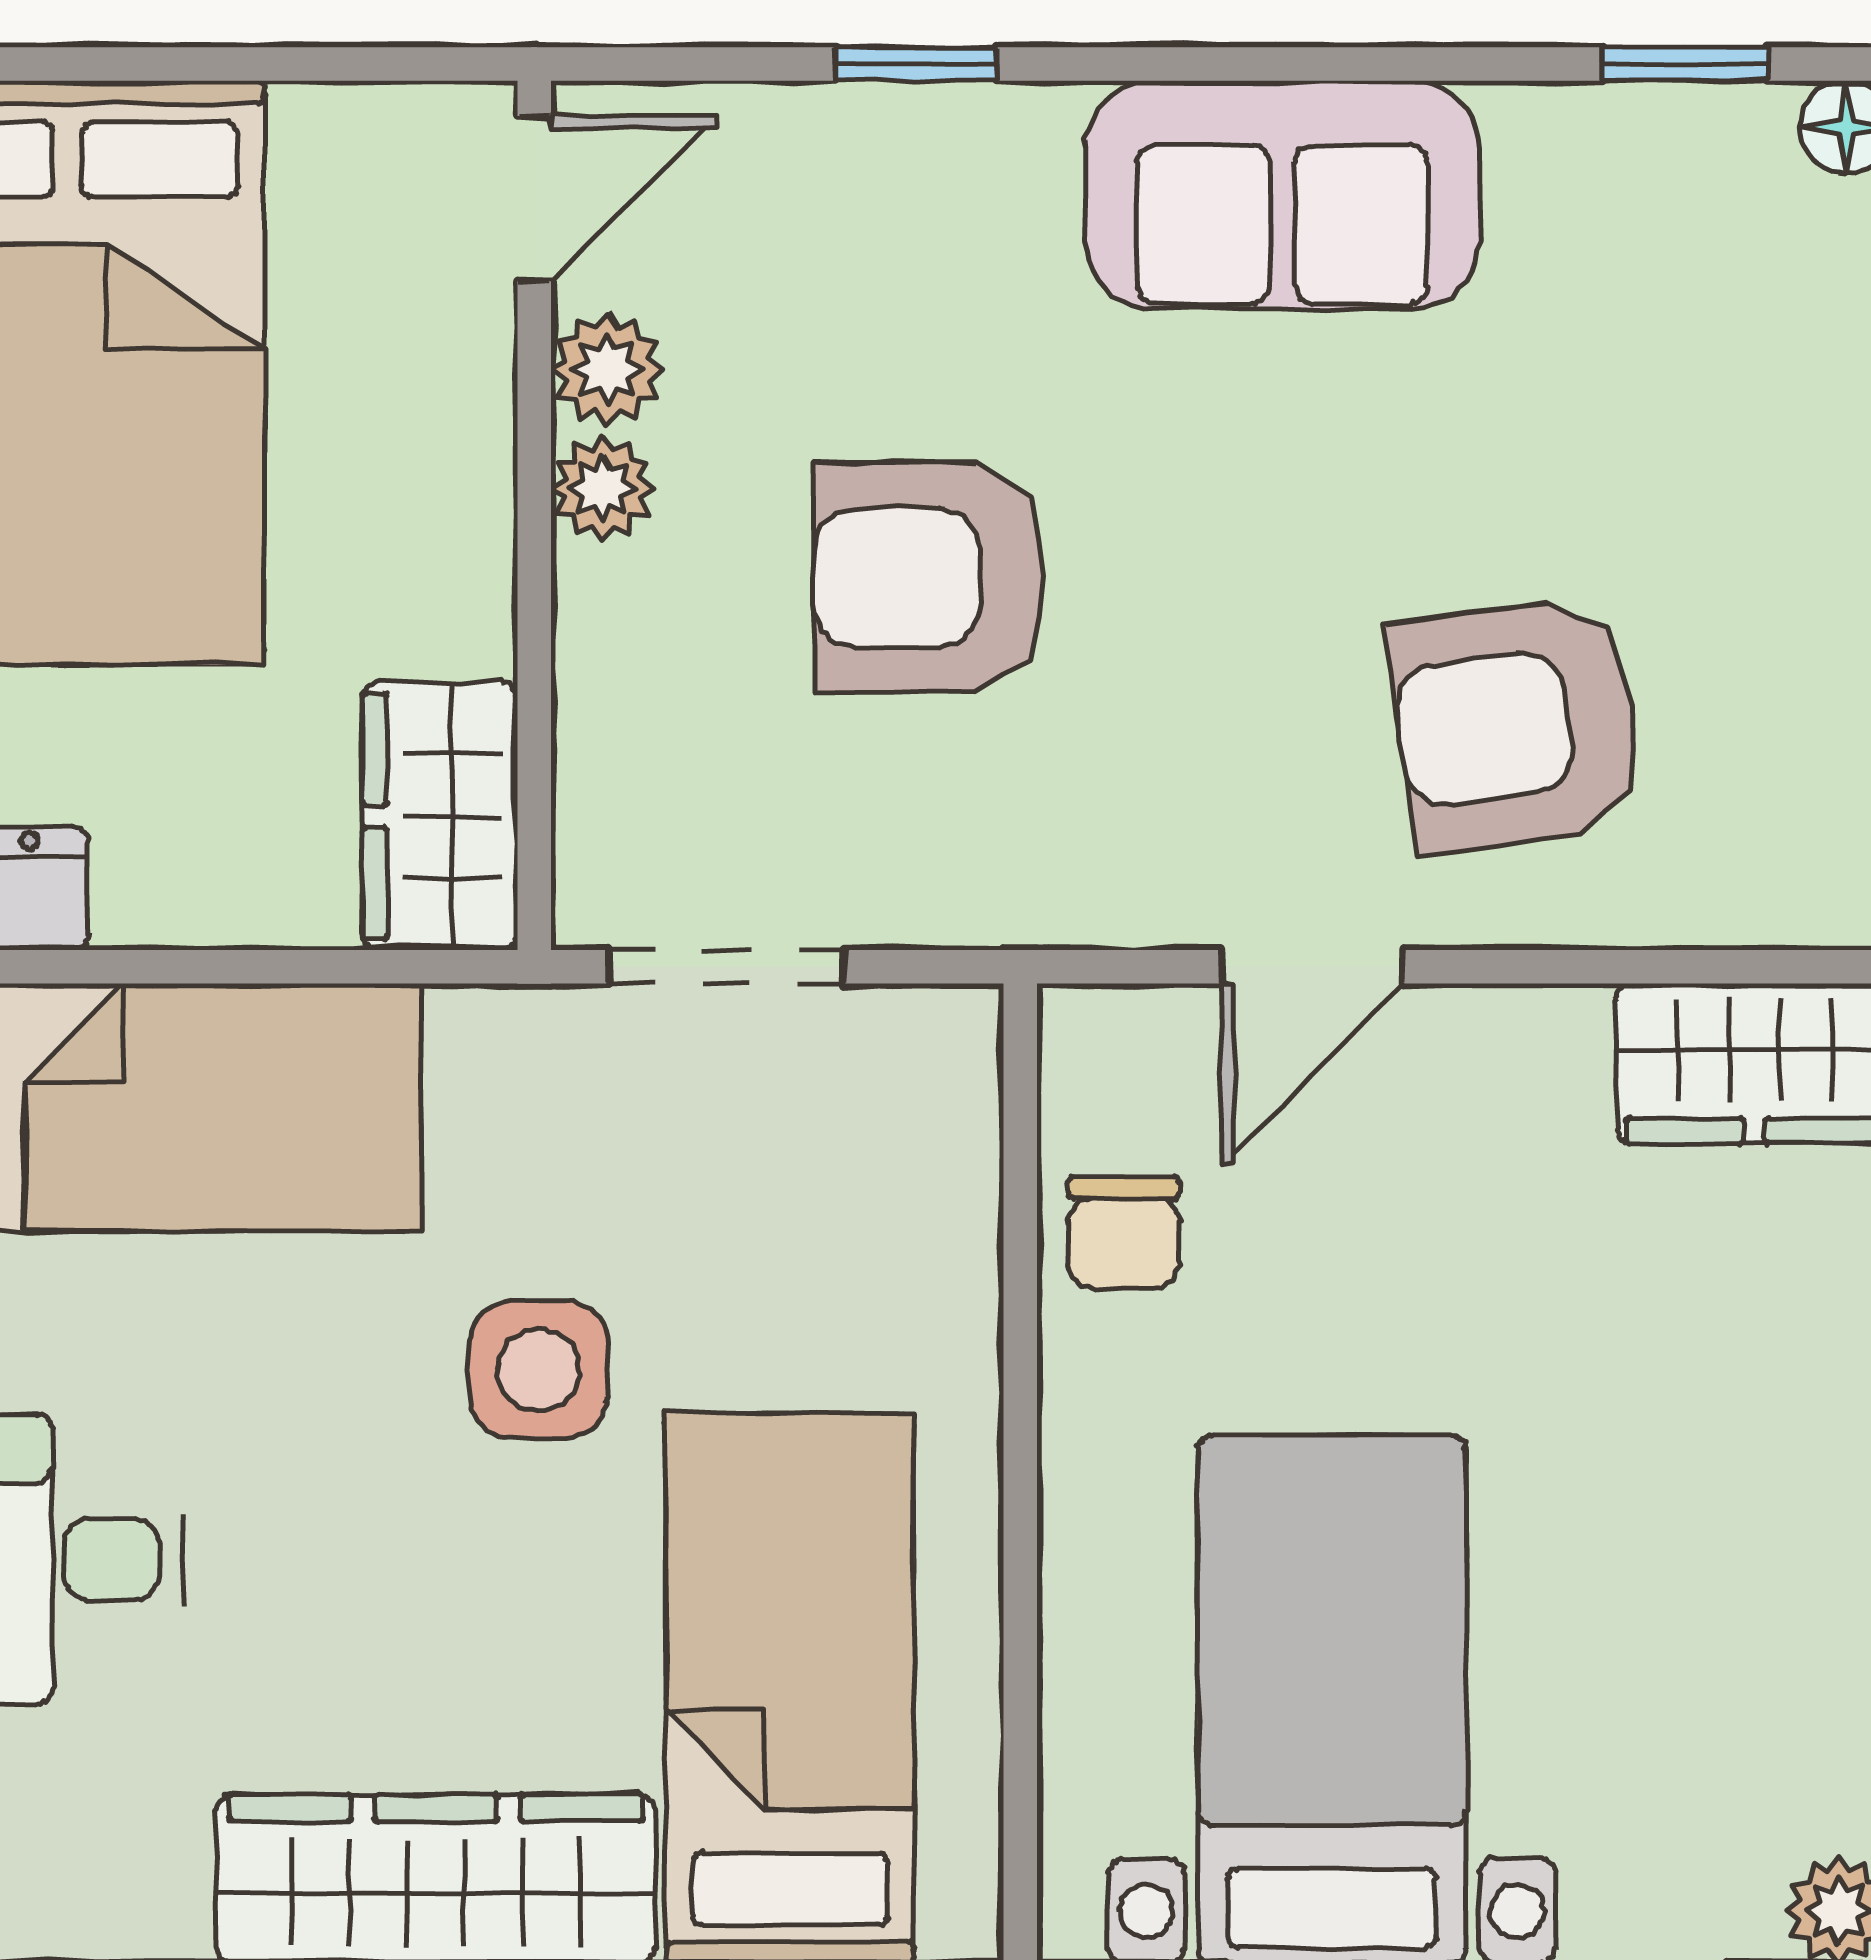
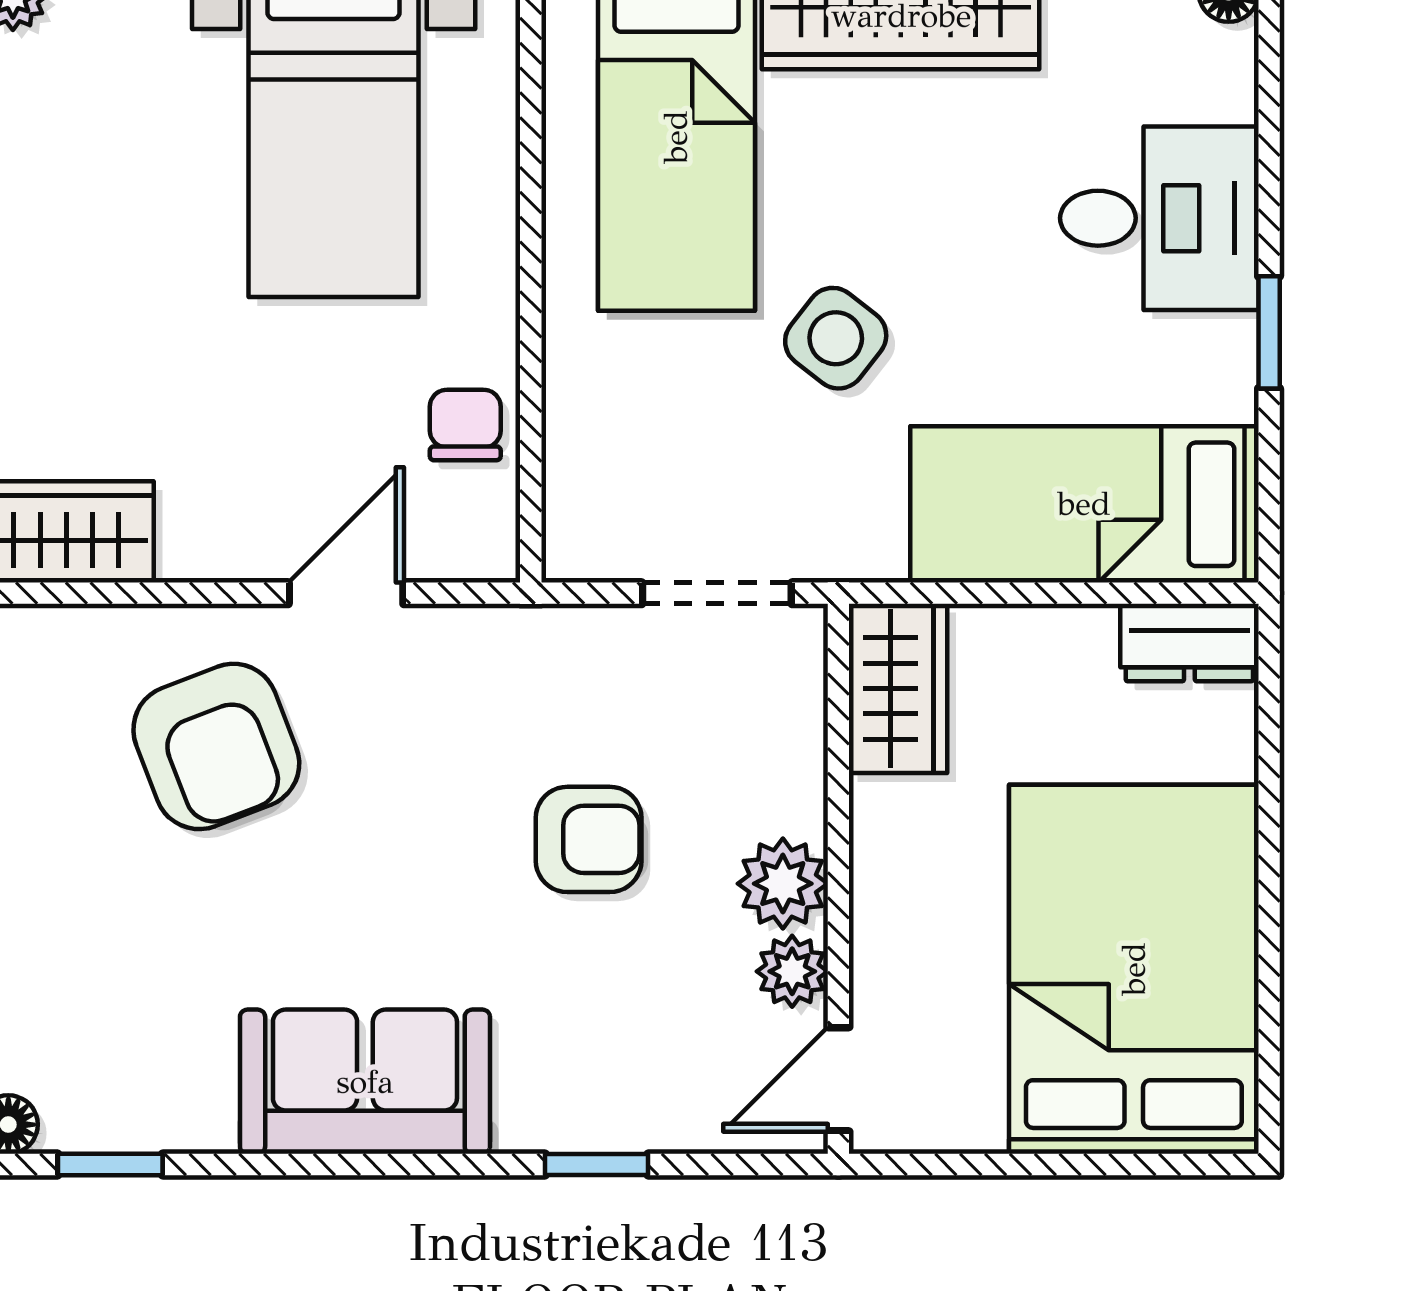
plant: (603, 489) -> (783, 884), width x1.38, depth x1.38
armchair: (929, 578) -> (589, 839), width x0.72, depth x0.72
armchair: (1517, 725) -> (216, 746), turned 77
side table: (538, 1370) -> (836, 338), turned 38

